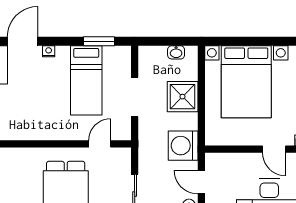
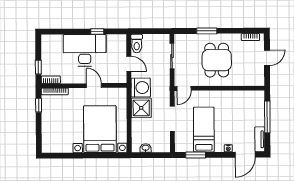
shower: (183, 97) -> (141, 108), moved
door: (100, 144) -> (184, 88), moved
door: (274, 149) -> (94, 86), moved

